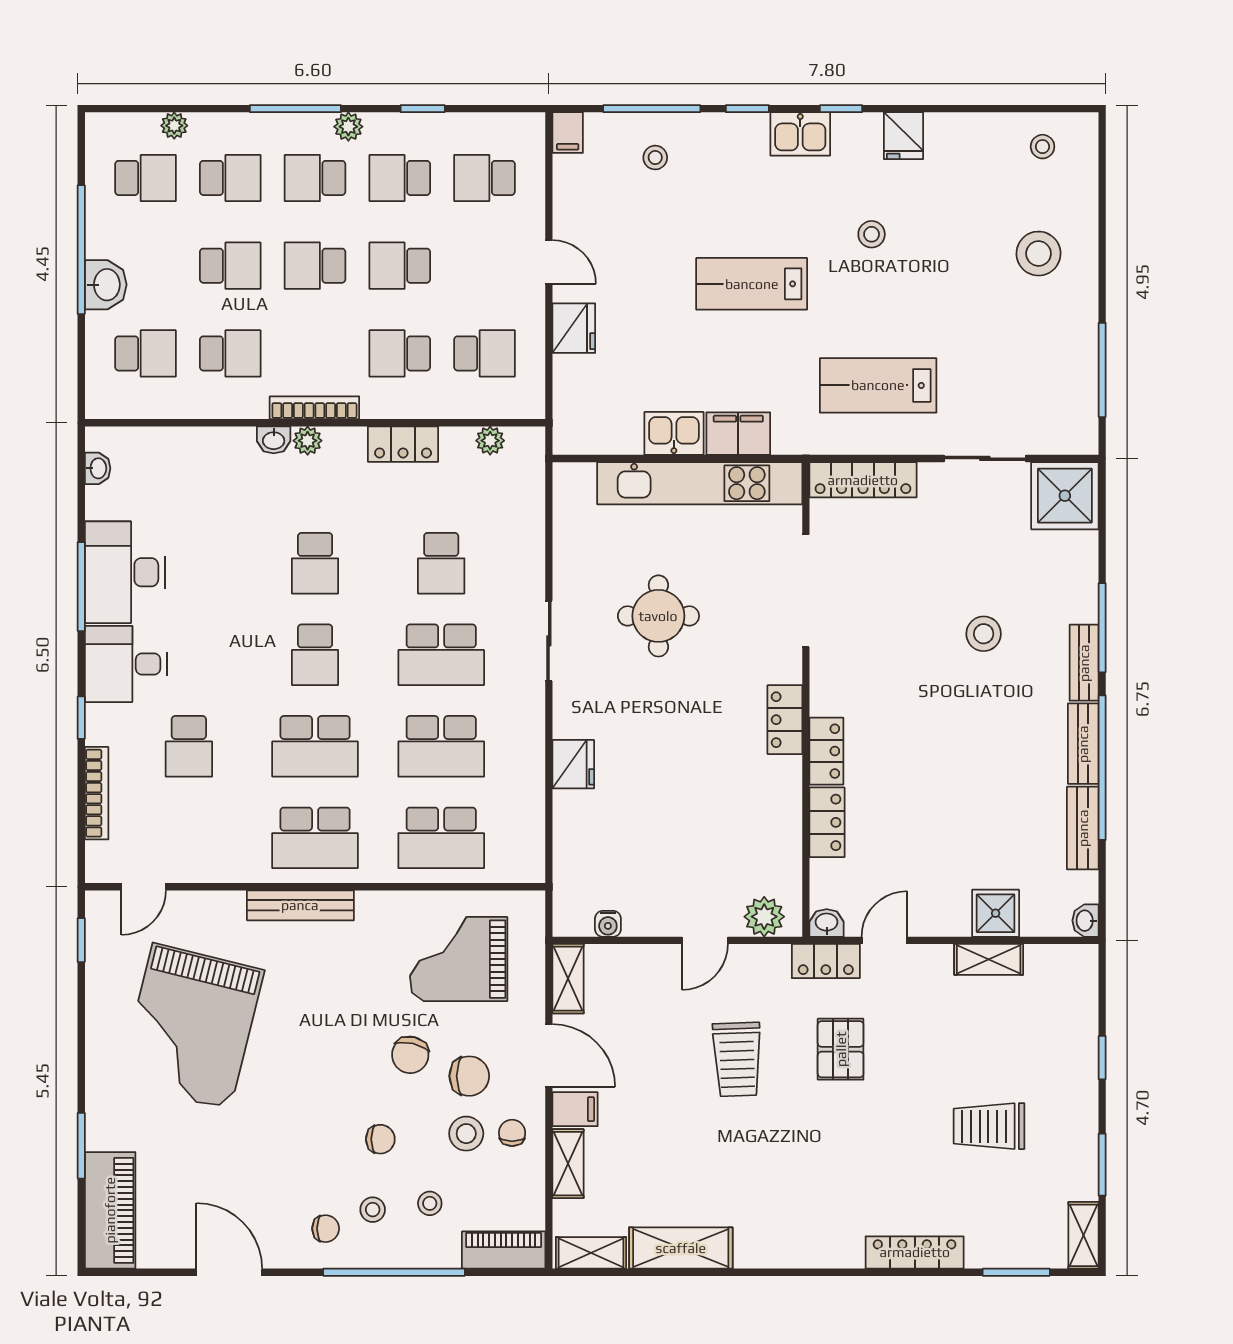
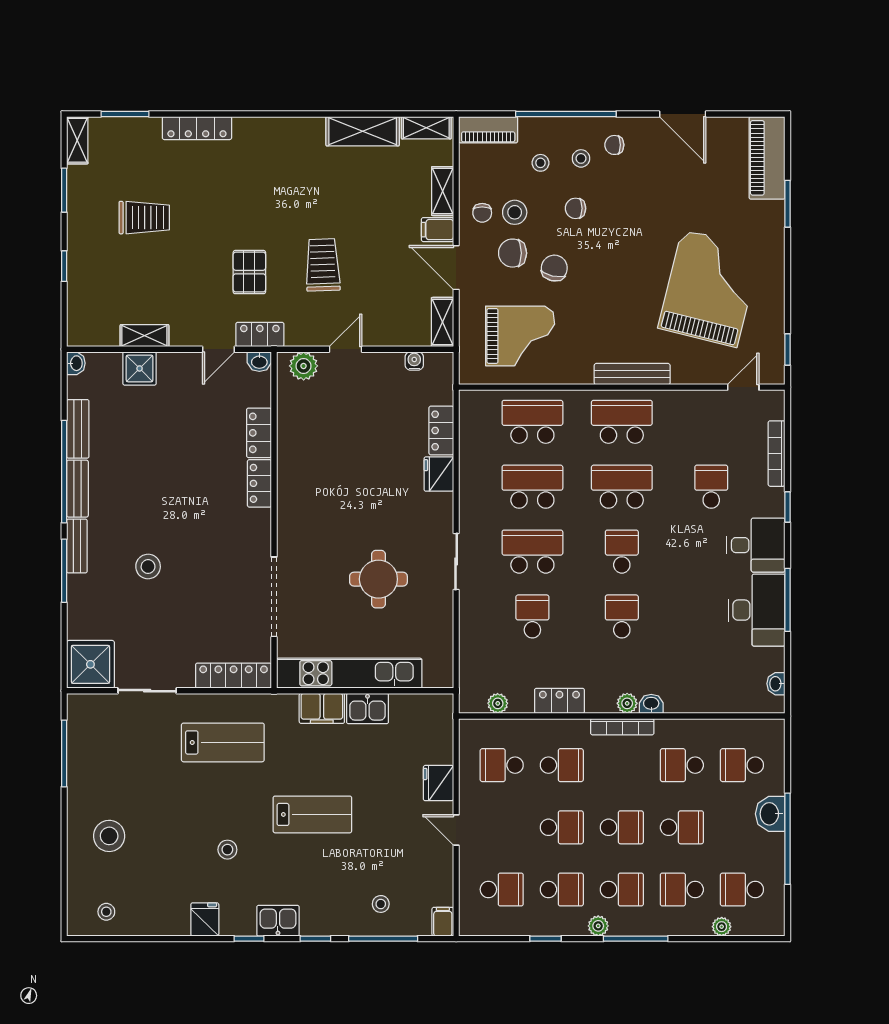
school desk: (230, 266) -> (682, 827), turned 180
locker: (785, 720) -> (441, 430), moved, turned 180

